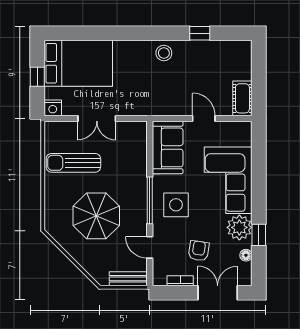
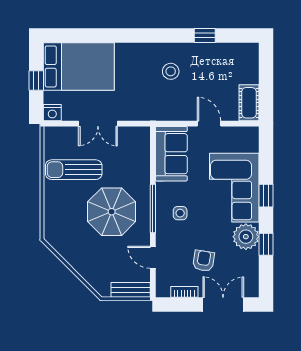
stool: (164, 53) -> (171, 71), moved
window: (259, 188) -> (266, 196), added
side table: (176, 205) -> (180, 213), width x0.54, depth x0.54
parasol: (96, 216) -> (112, 212), moved
floor lamp: (246, 255) -> (253, 265), removed

